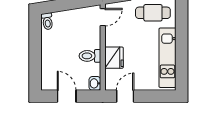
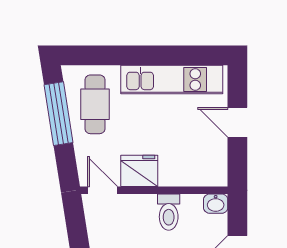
fridge: (114, 58) -> (139, 171), moved
door: (125, 96) -> (237, 122), moved

